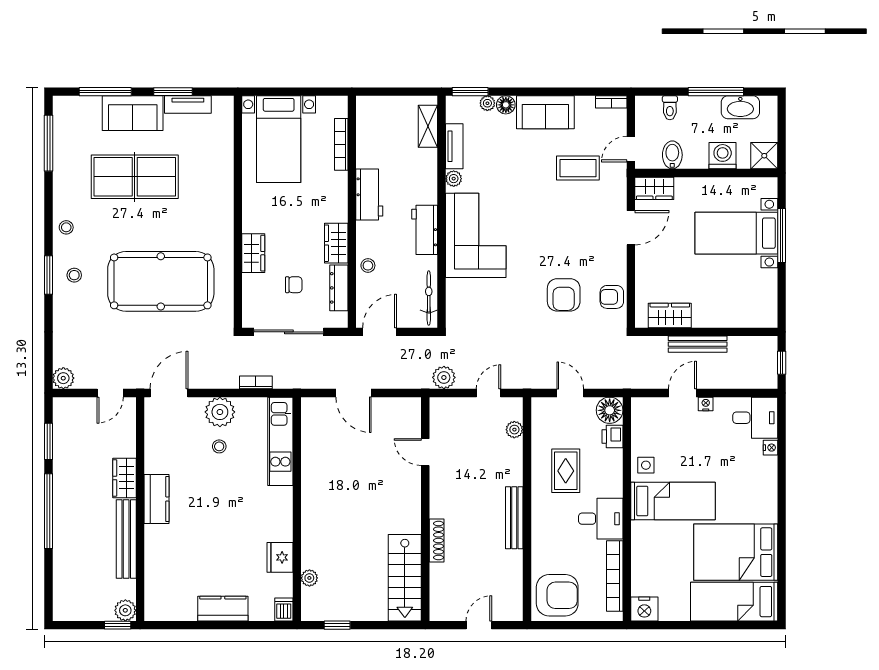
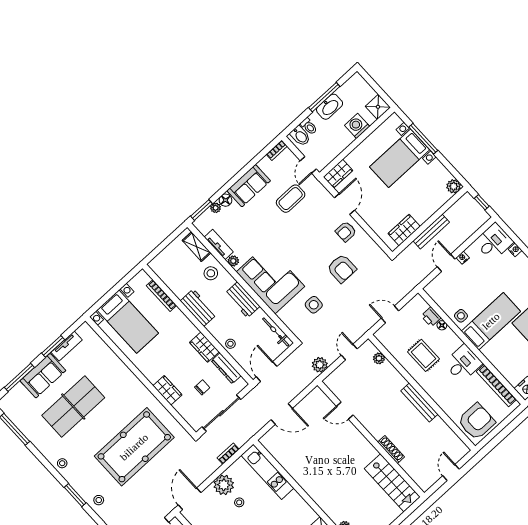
washbasin: (740, 107) -> (330, 107), moved
bidet: (672, 155) -> (300, 136), moved, turned 180
stool: (417, 170) -> (211, 273), added
stool: (74, 275) -> (99, 500), moved
armchair: (612, 297) -> (346, 232), moved
side table: (497, 306) -> (314, 305), added
plant: (767, 317) -> (454, 186), added
floor lamp: (610, 410) -> (442, 325), moved, width x0.53, depth x0.53

